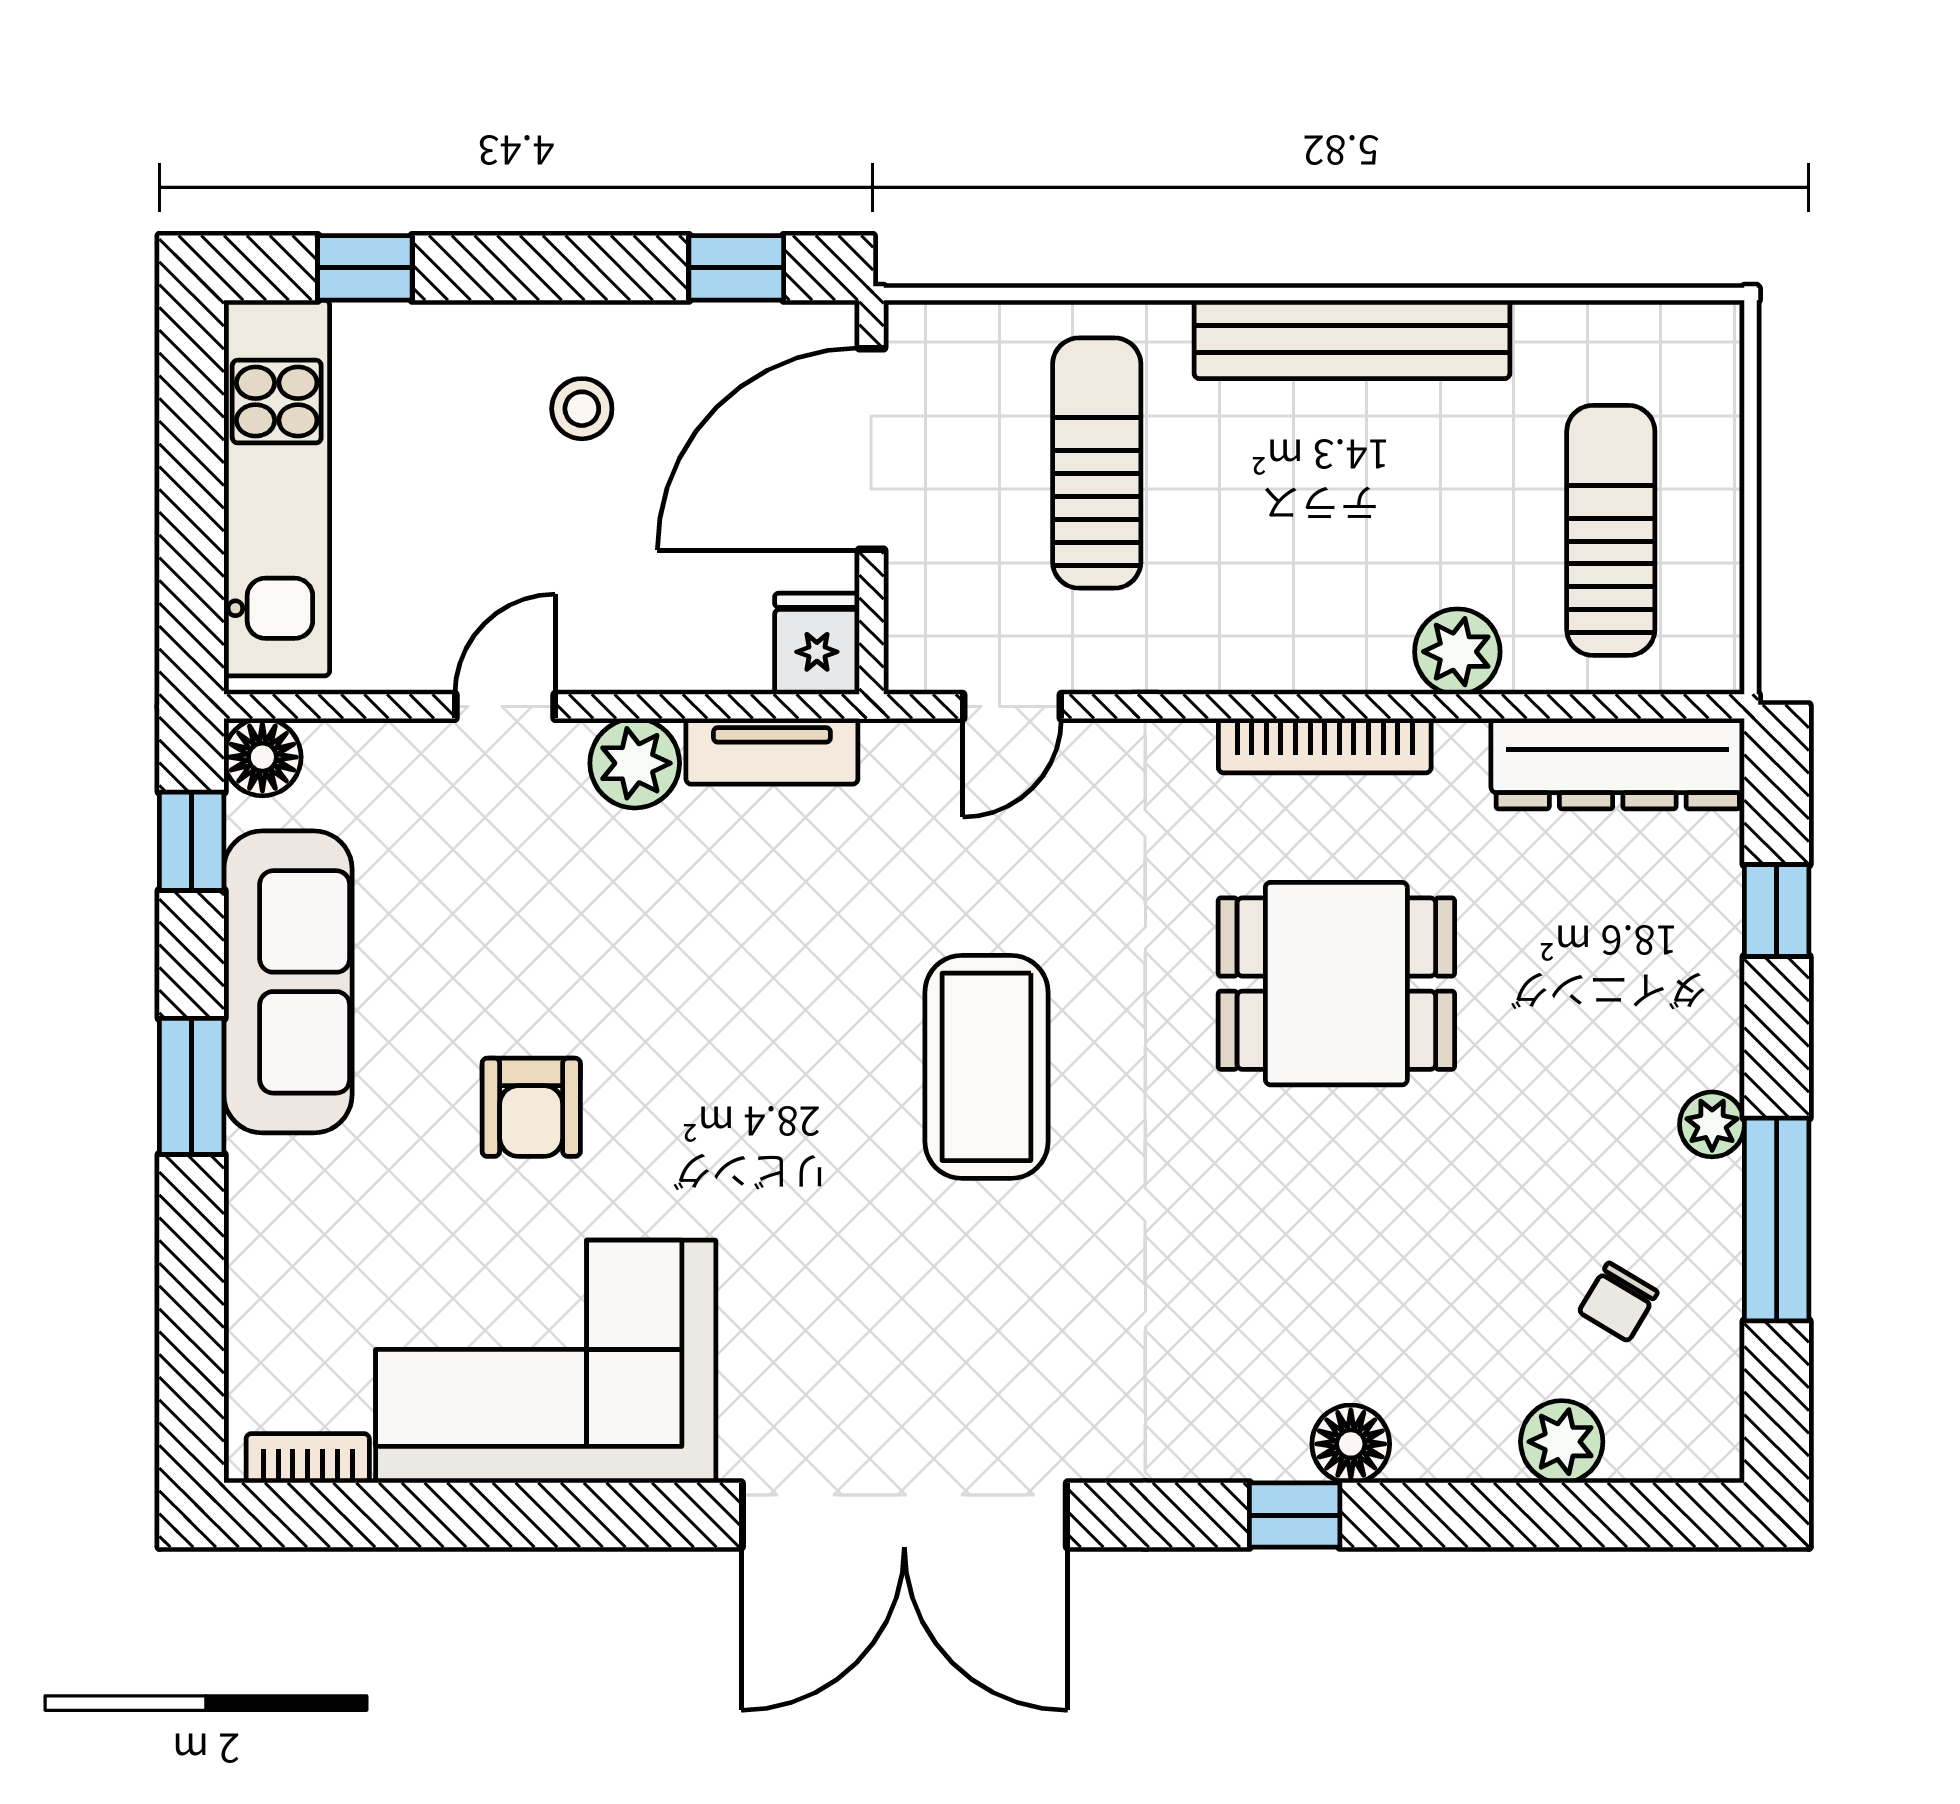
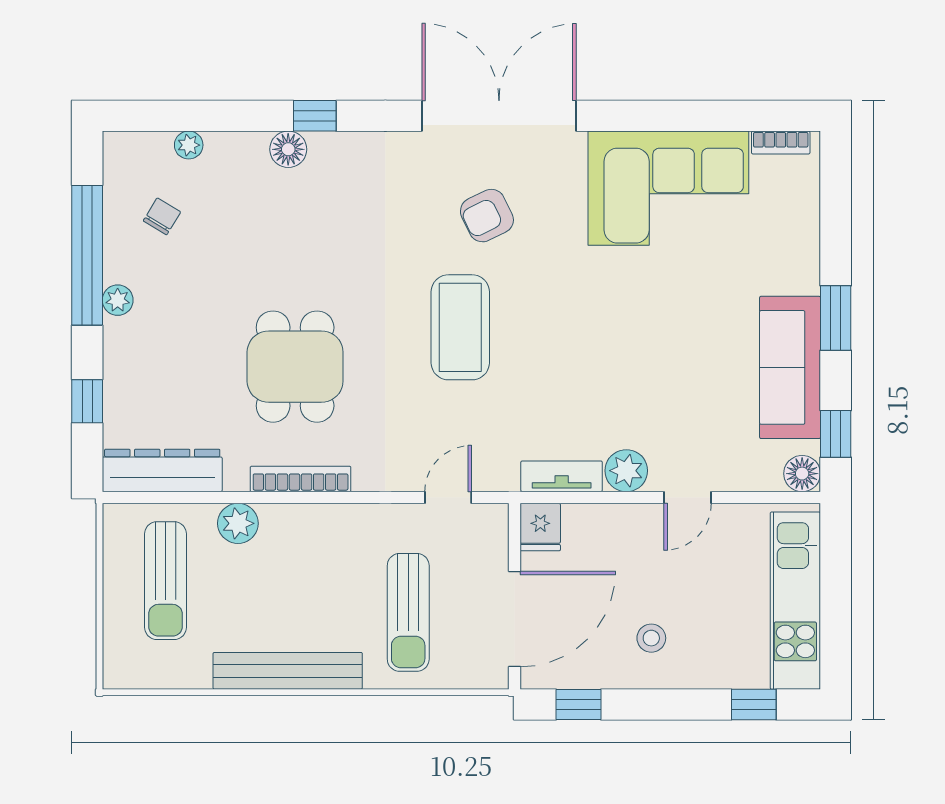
dining table: (1336, 984) -> (295, 367), turned 90
armchair: (531, 1107) -> (487, 216), moved, turned -116
window: (1777, 1219) -> (87, 255), width x1.46
plant: (1562, 1442) -> (189, 145), width x0.73, depth x0.73

